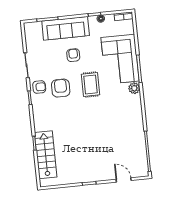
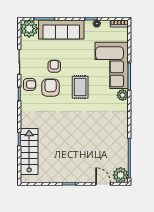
plant: (33, 31) -> (29, 29), added
armchair: (73, 55) -> (54, 66), moved
plant: (140, 169) -> (121, 175), added

